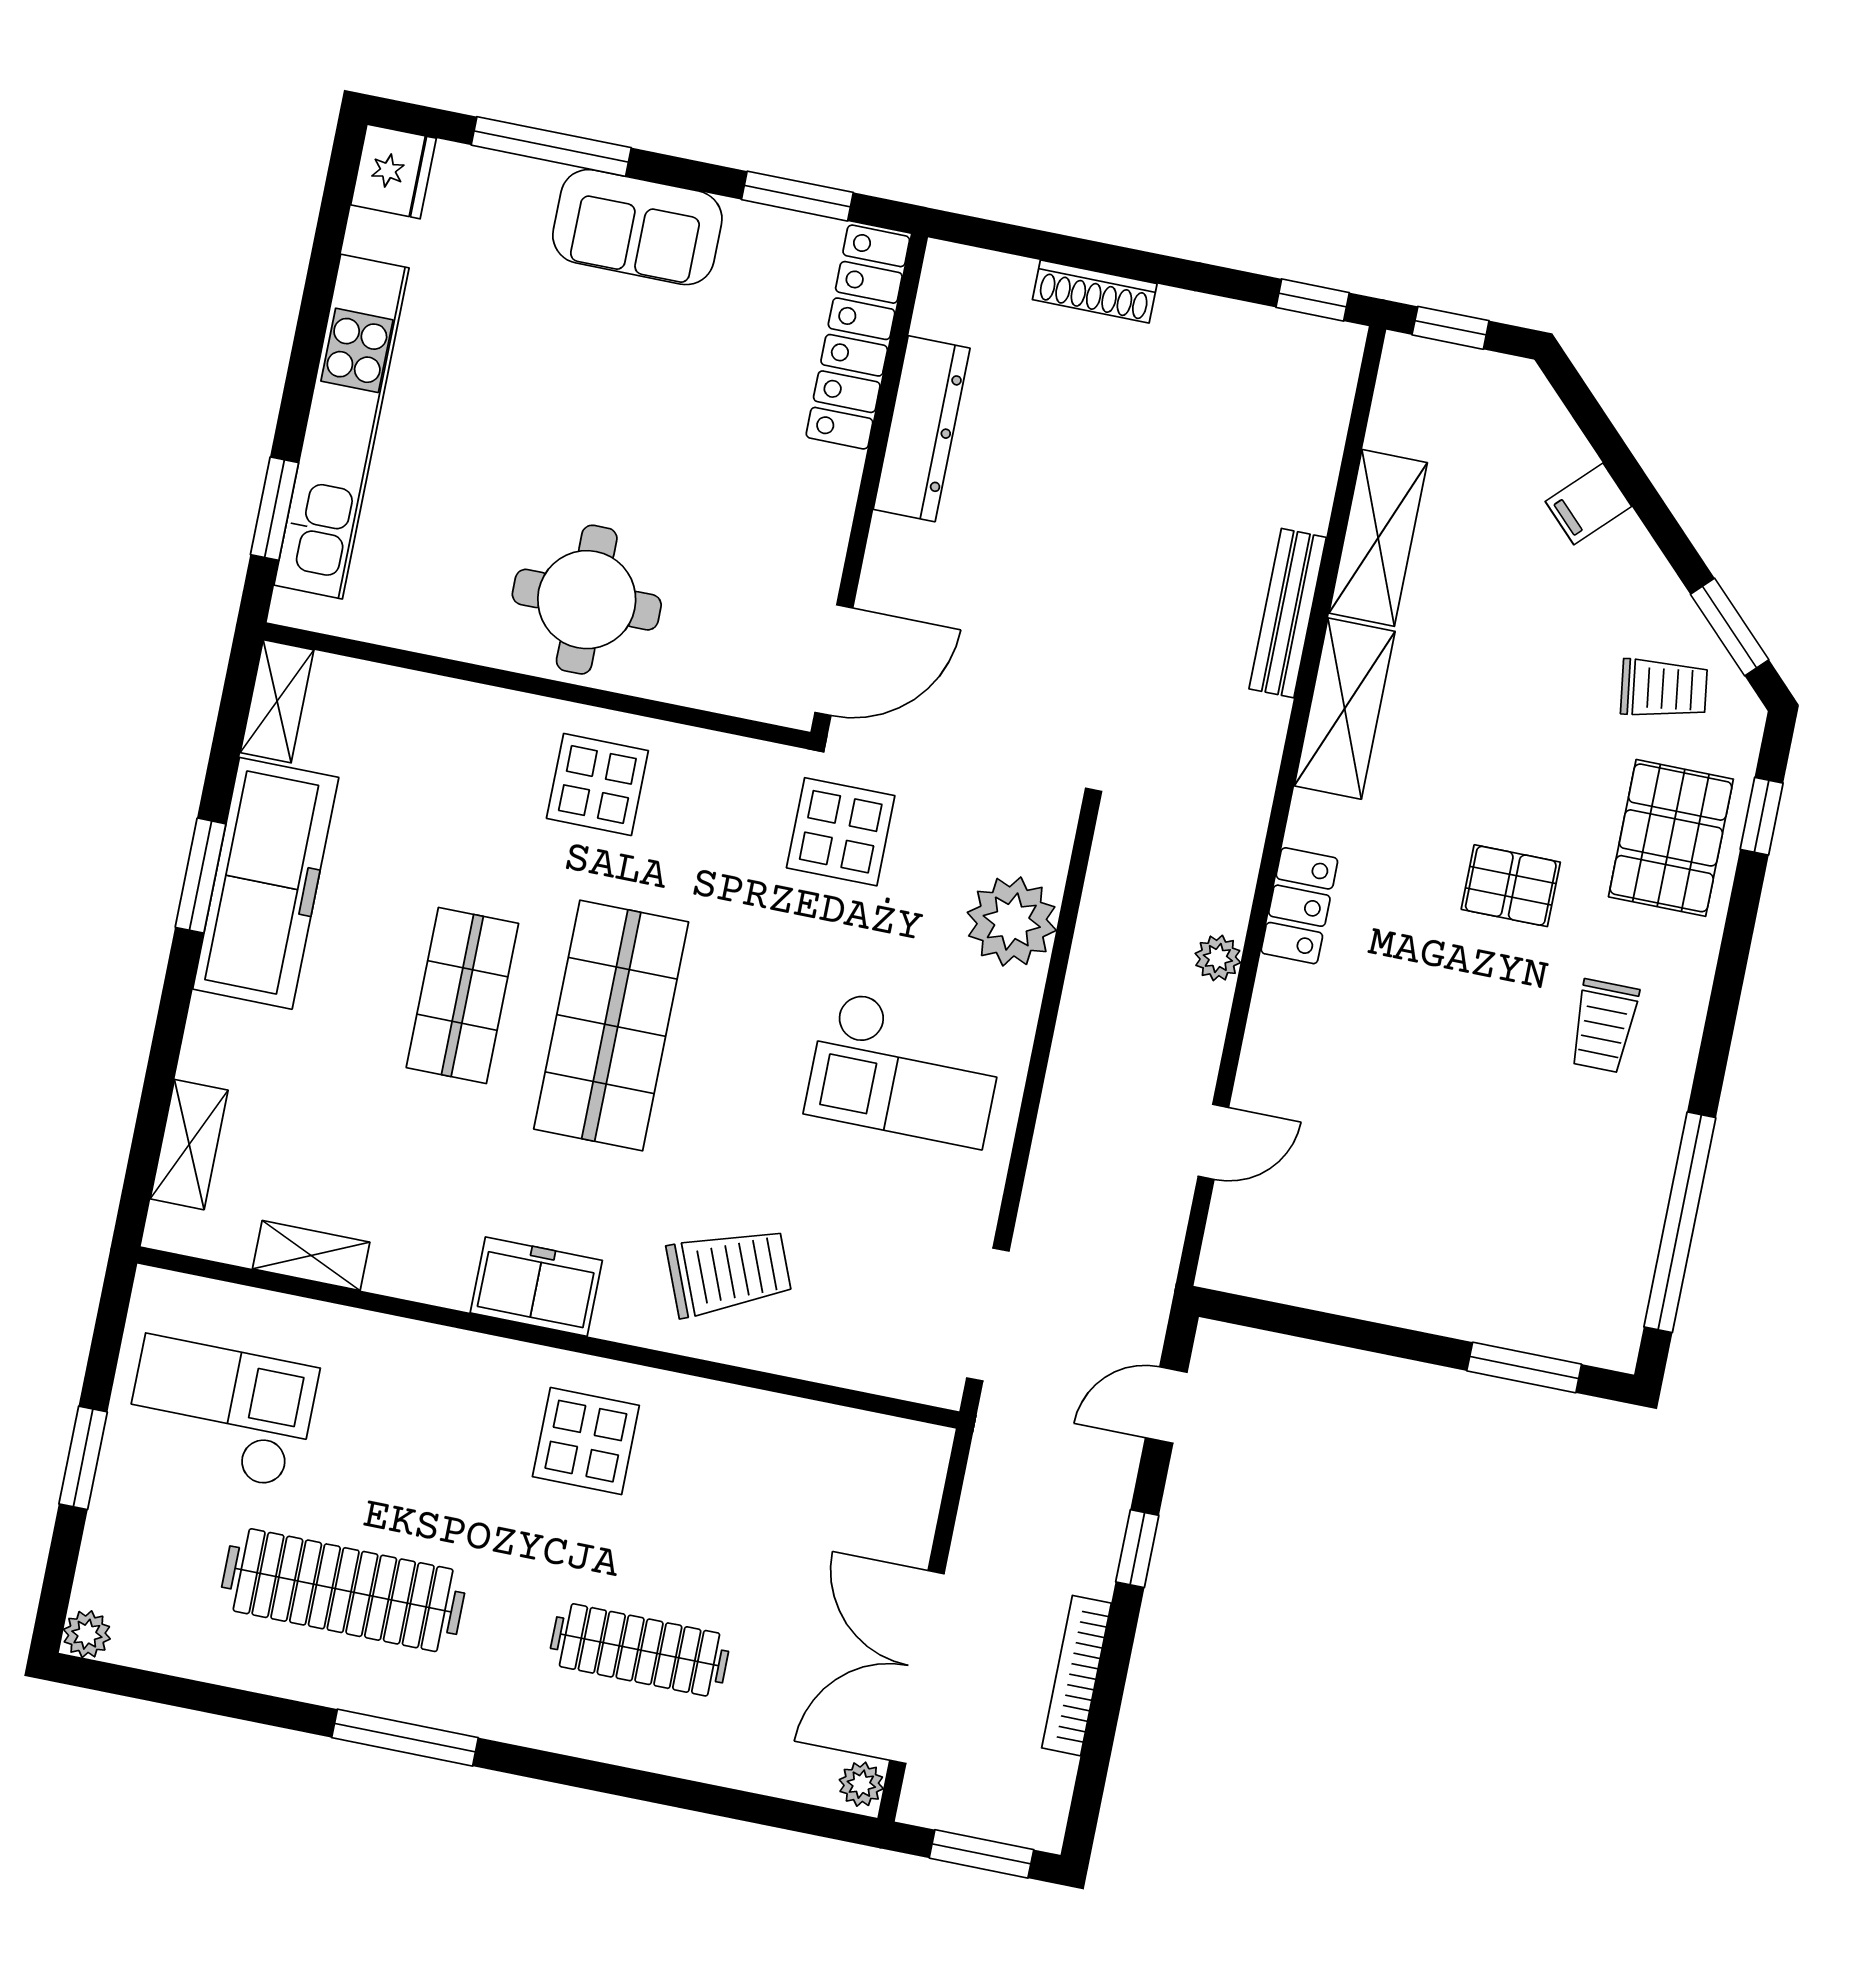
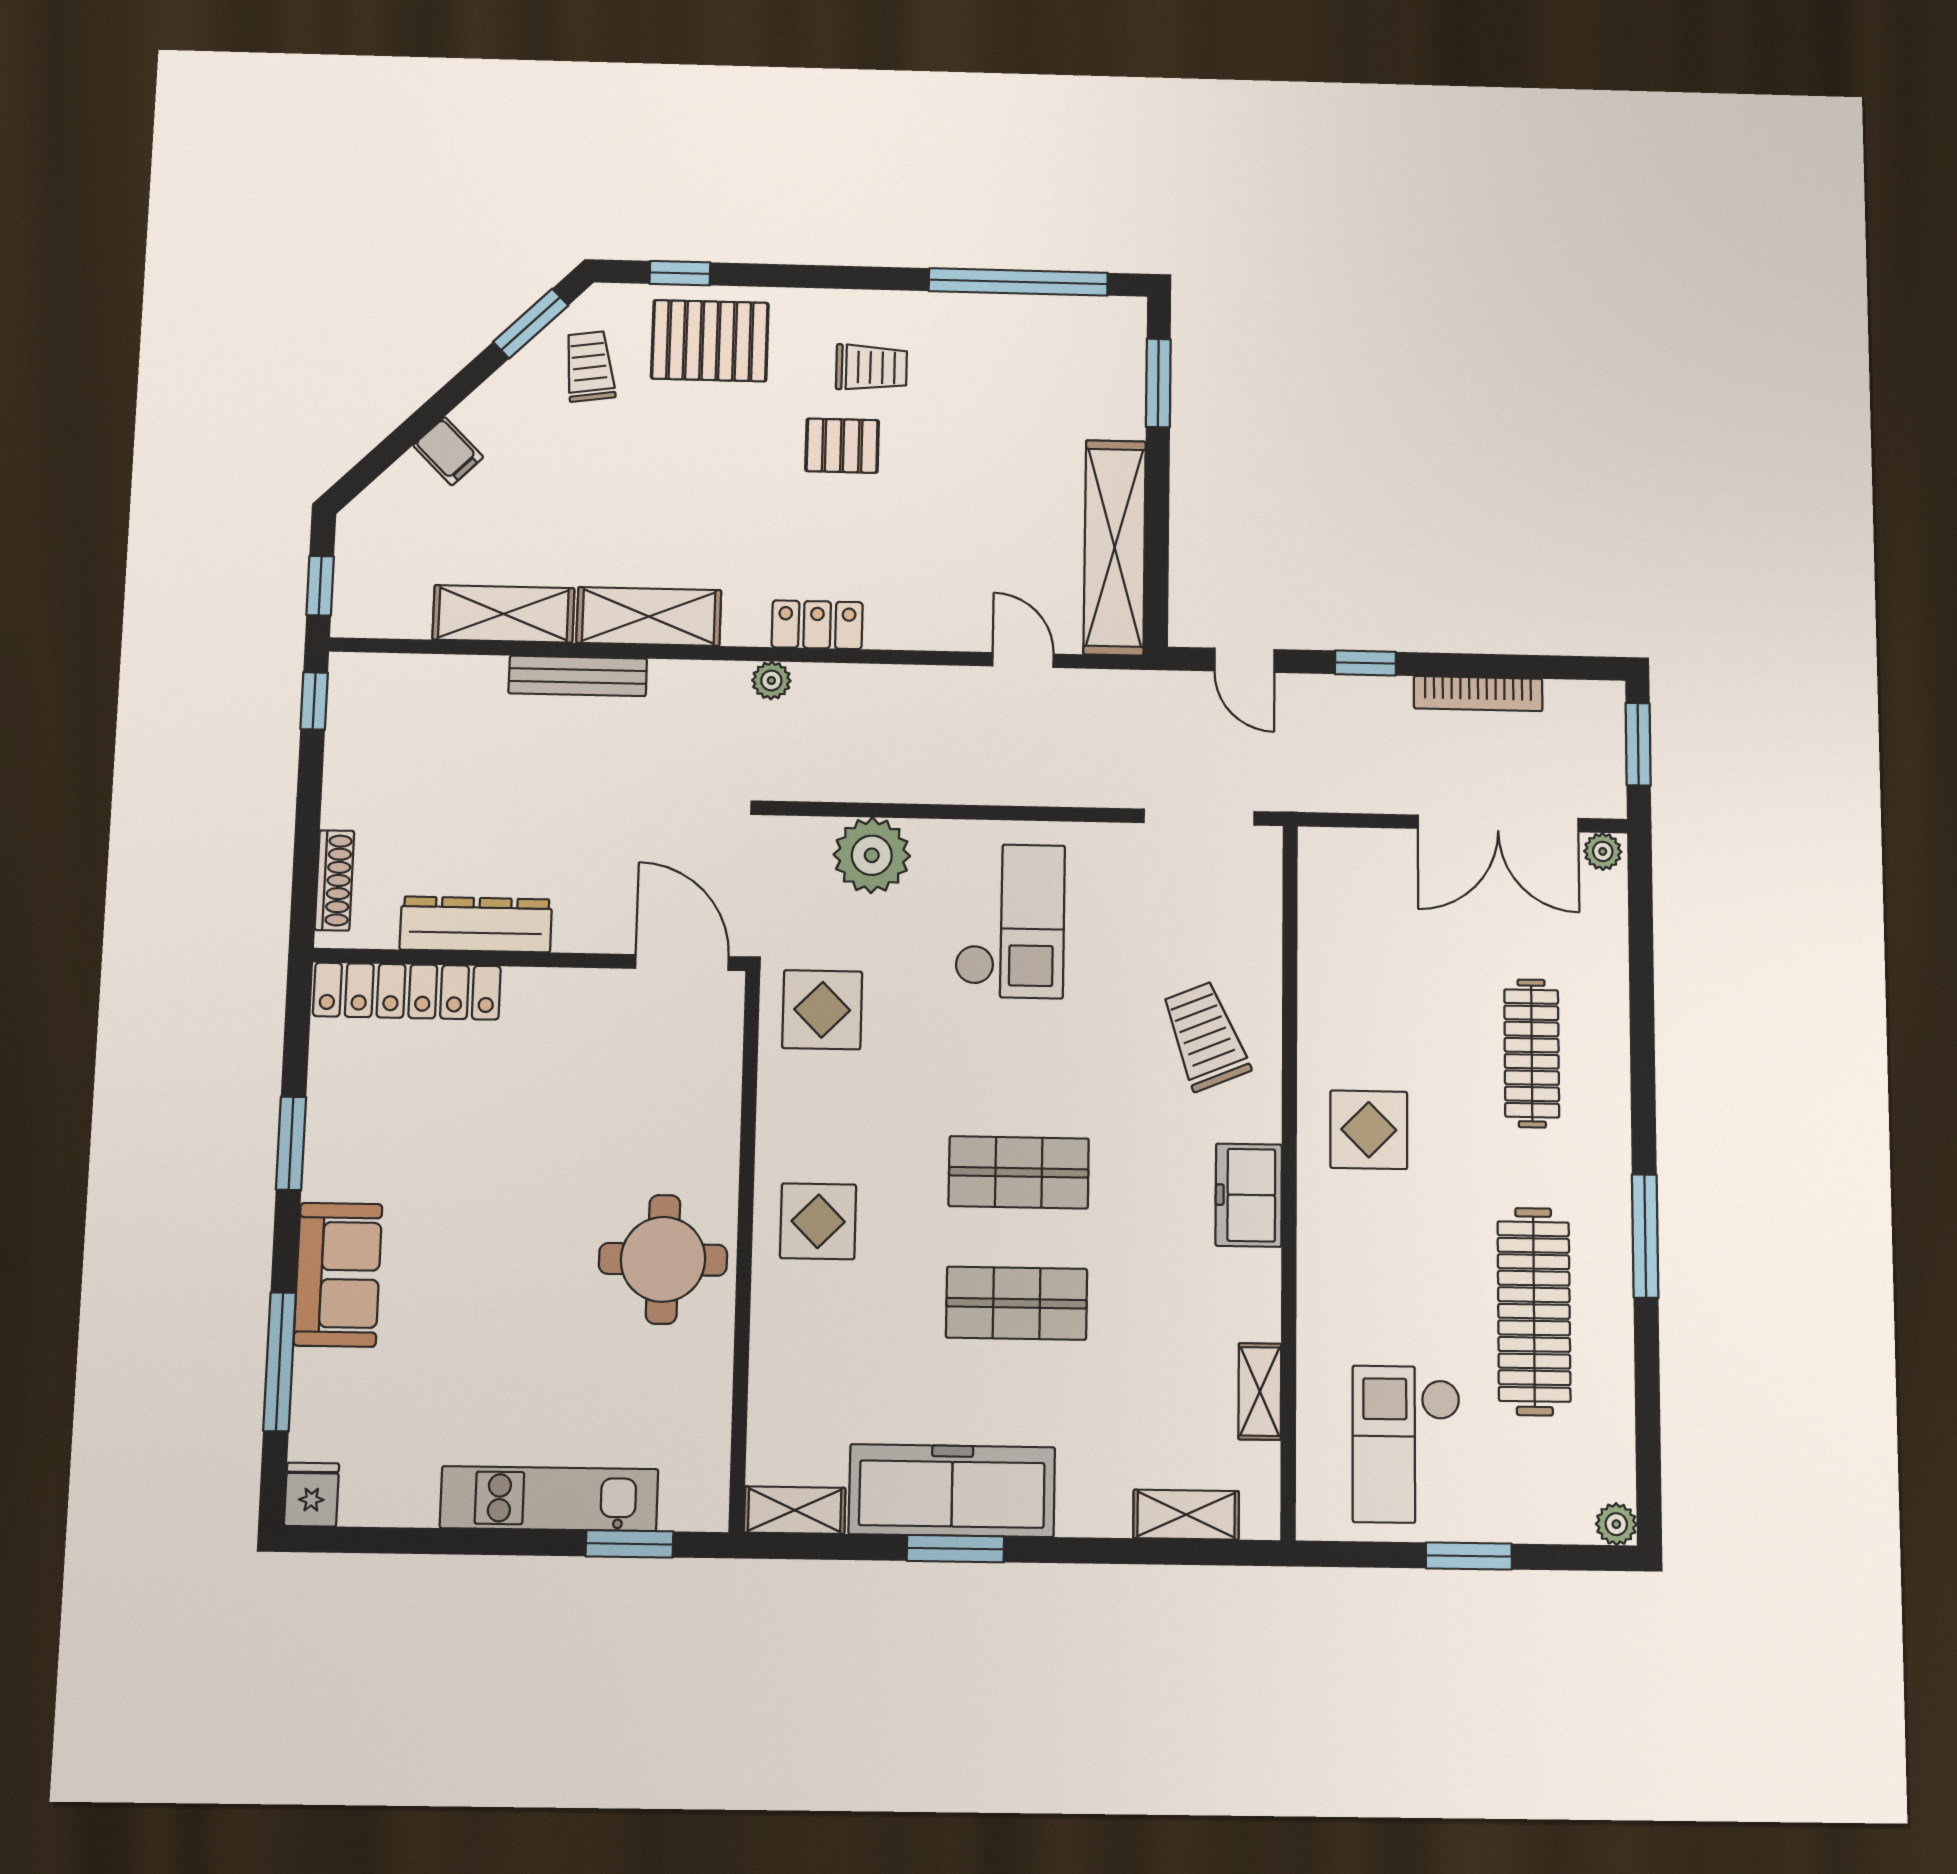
fridge: (394, 172) -> (312, 1495), width x0.72
locker: (858, 337) -> (407, 991), moved
kitchen unit: (342, 427) -> (549, 1499), width x0.73
dresser: (922, 429) -> (476, 924), moved
wall: (869, 485) -> (530, 959), moved
door: (834, 660) -> (682, 962), moved
pallet: (1511, 886) -> (842, 446), moved, turned 90
plant: (1218, 958) -> (771, 680), moved
shop shelf: (611, 1026) -> (1019, 1172), width x0.70, depth x0.74
shelving: (1331, 1277) -> (1115, 547), added

